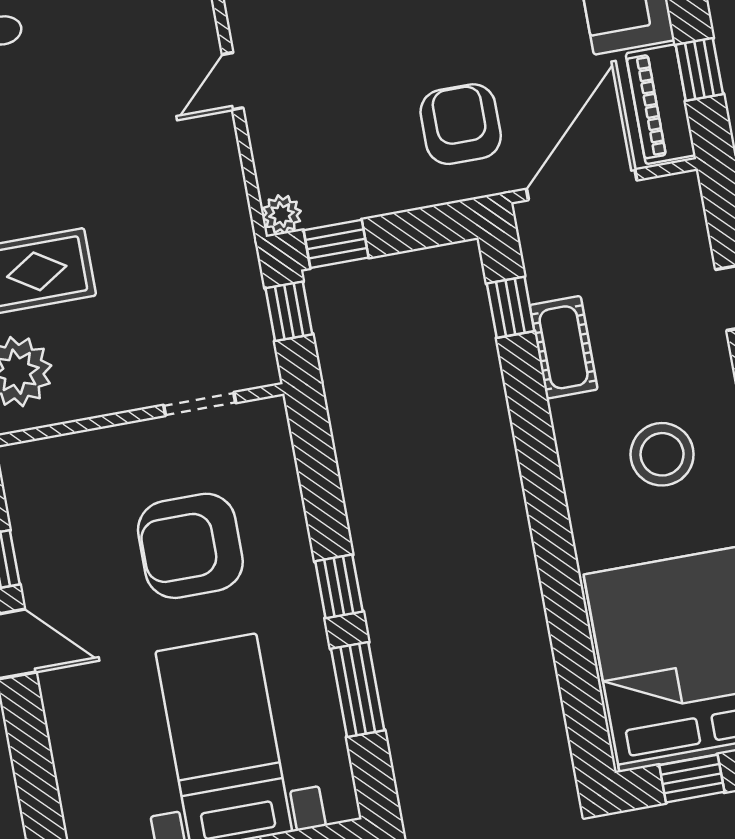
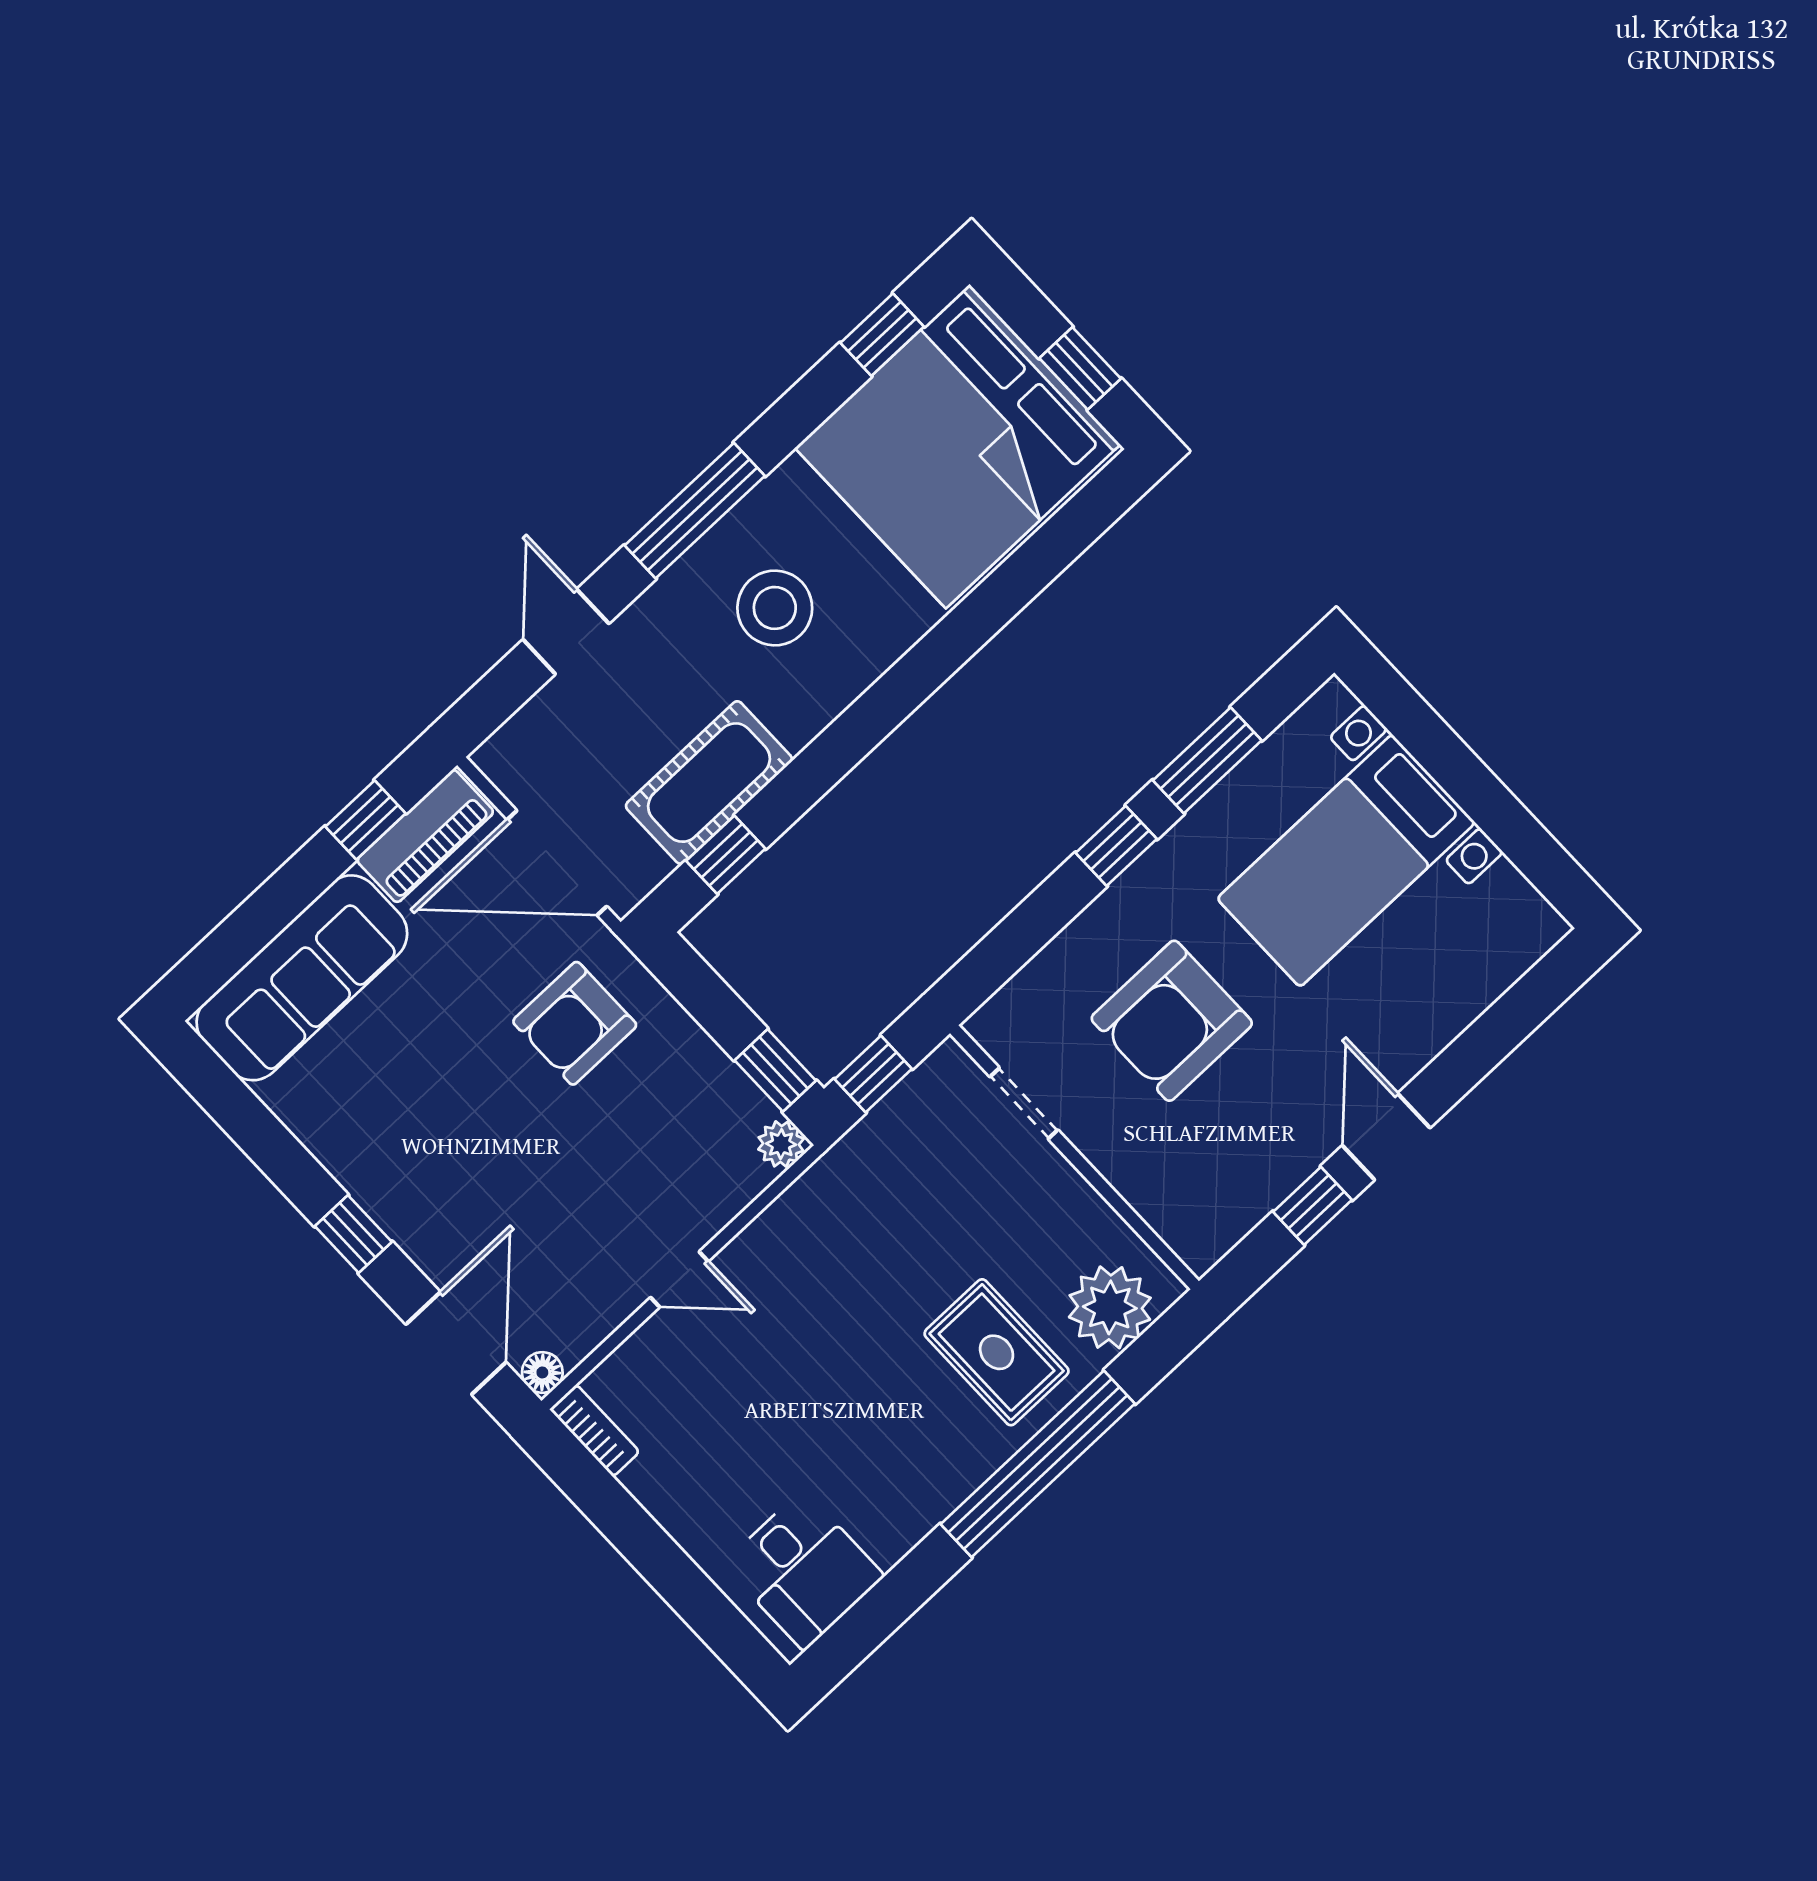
cot: (564, 347) -> (709, 783), width x1.37, depth x1.34
armchair: (190, 546) -> (1172, 1021), turned 90

